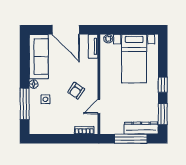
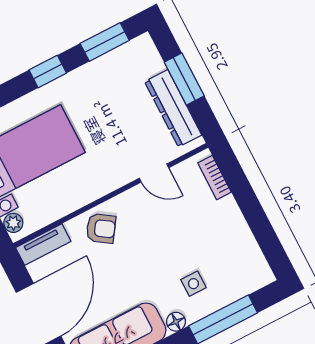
armchair: (76, 91) -> (101, 228), moved
dresser: (141, 128) -> (173, 108), moved
window: (131, 139) -> (184, 79), width x0.69

